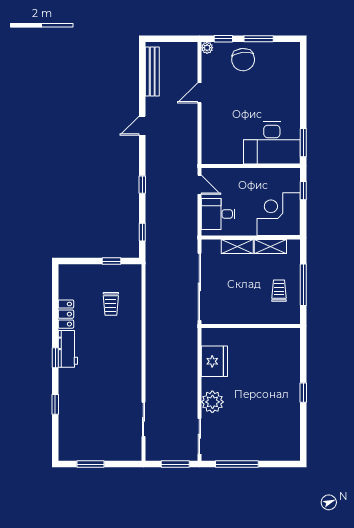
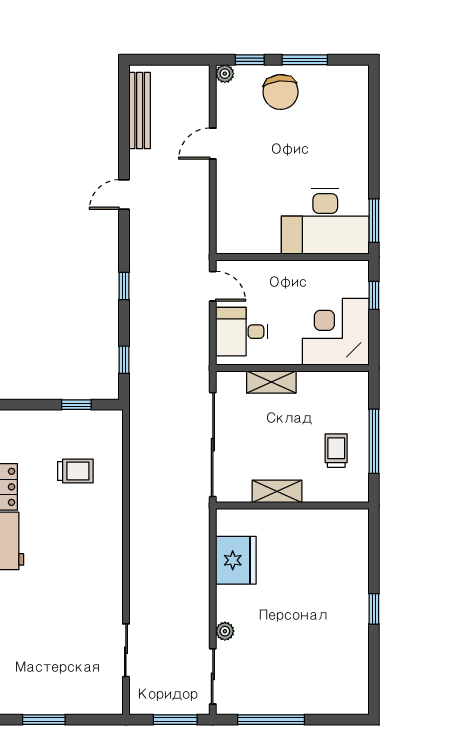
shelving: (270, 247) -> (277, 491), moved
trolley: (111, 304) -> (75, 471), turned -90
plant: (212, 402) -> (225, 631), width x0.53, depth x0.53

